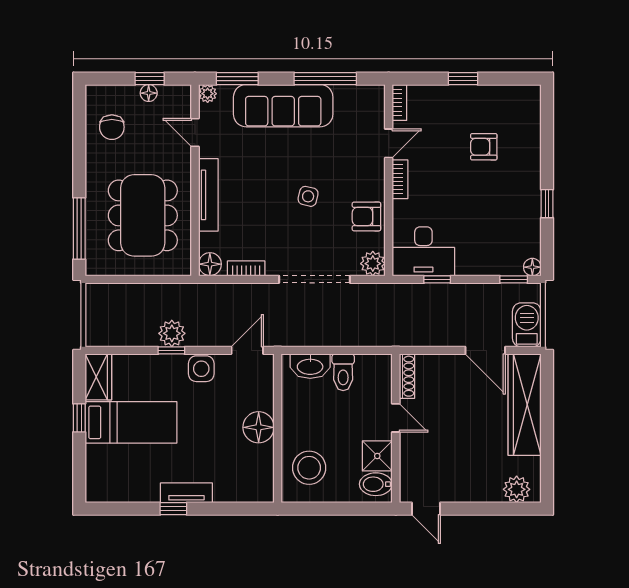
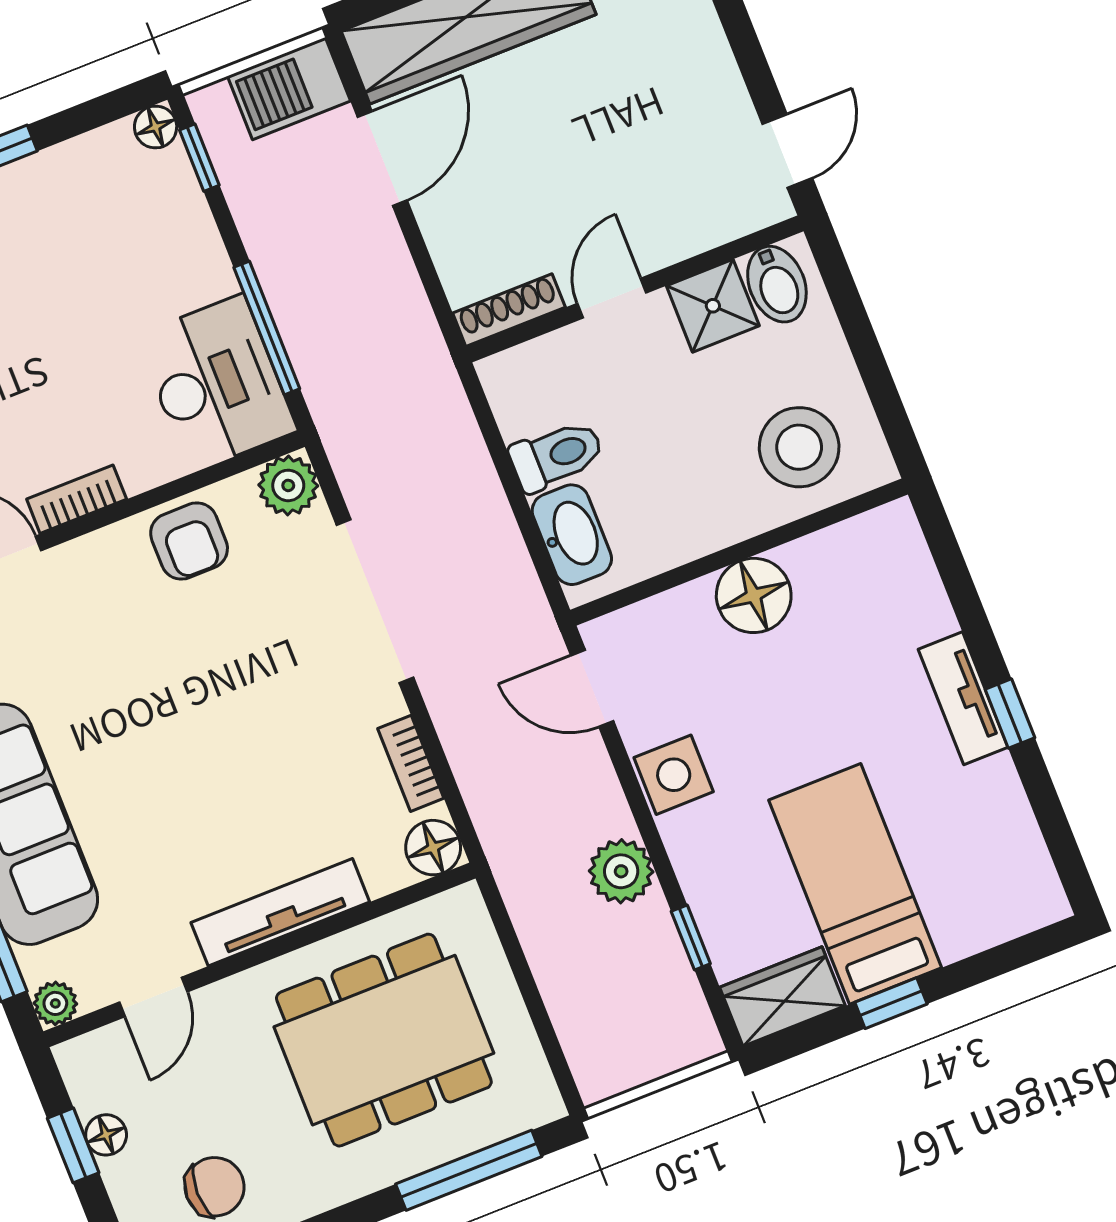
side table: (308, 196) -> (196, 689), removed
window: (437, 279) -> (267, 328), width x2.17
window: (171, 350) -> (691, 938), moved

